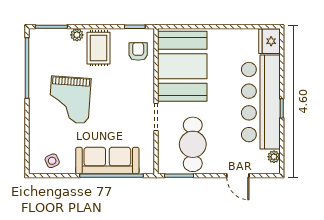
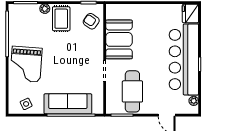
armchair: (138, 52) -> (91, 21), turned -55
booth: (182, 66) -> (119, 39), width x0.73, depth x0.70
grand piano: (70, 100) -> (26, 64), moved

